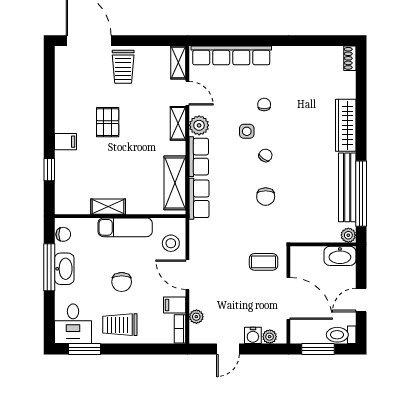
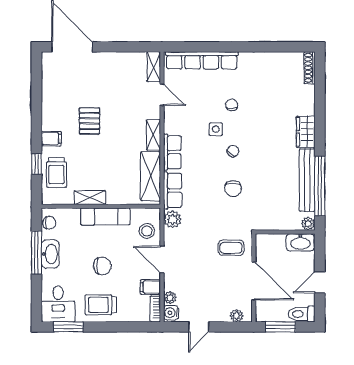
shoe rack: (350, 58) -> (309, 68), width x1.43
trolley: (123, 67) -> (56, 172), moved
shelving: (178, 123) -> (153, 135), moved
plant: (199, 125) -> (173, 219), moved
wardrobe: (346, 125) -> (306, 132), width x0.67
chair: (122, 282) -> (102, 266), turned -90
water cooler: (253, 335) -> (171, 313), moved, turned 90

